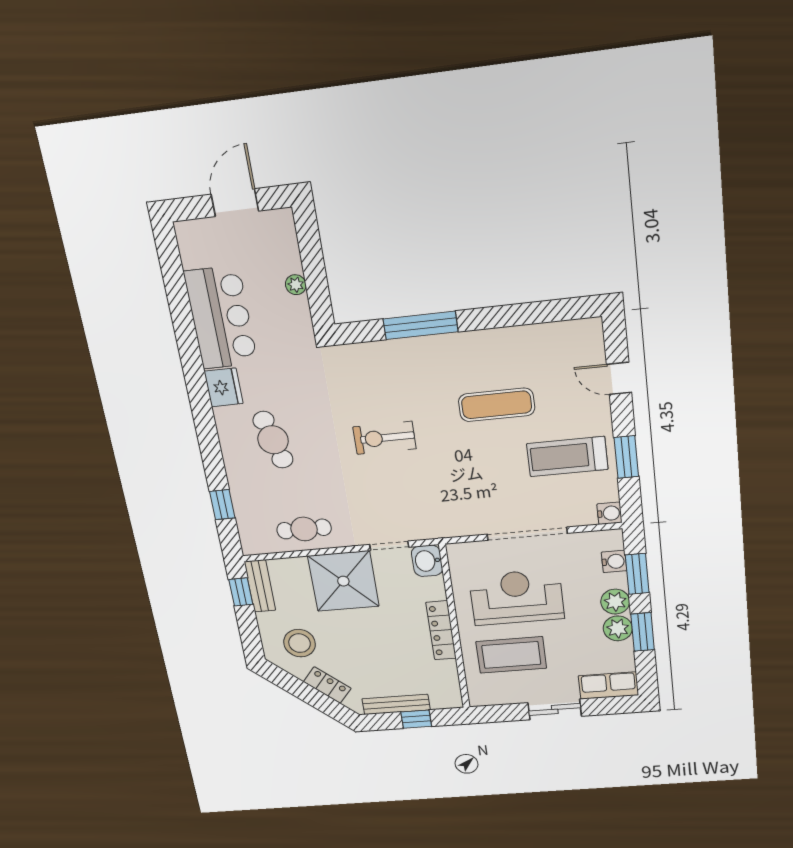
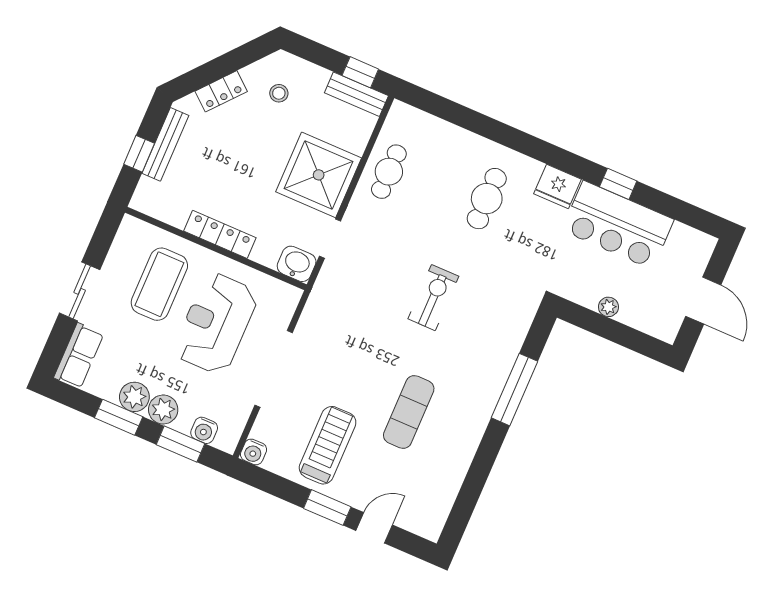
cafe table: (273, 440) -> (487, 199), turned -75
window: (626, 457) -> (327, 508), moved
window: (222, 505) -> (618, 184), moved
reception desk: (517, 597) -> (216, 323), turned 180
stool: (300, 643) -> (279, 93), width x0.53, depth x0.53

